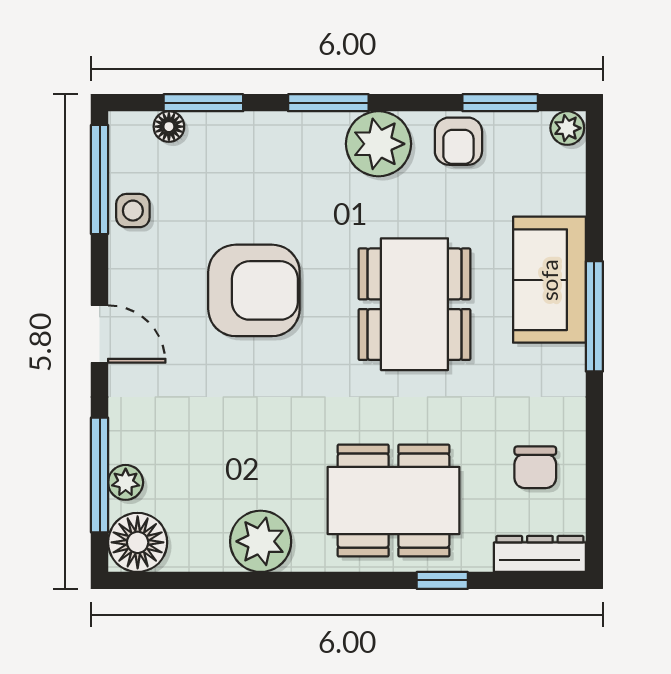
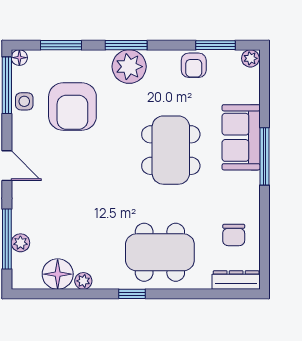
floor lamp: (169, 127) -> (19, 58), moved
plant: (379, 144) -> (129, 67), moved
armchair: (254, 290) -> (72, 107), moved, turned 90
plant: (261, 541) -> (83, 281), width x0.53, depth x0.53
floor lamp: (138, 542) -> (58, 274), moved
window: (442, 580) -> (132, 294), moved

